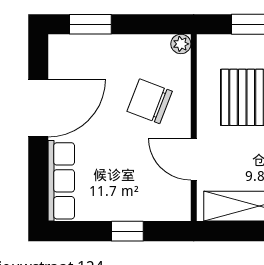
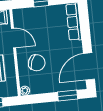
door: (38, 108) -> (89, 66), moved

